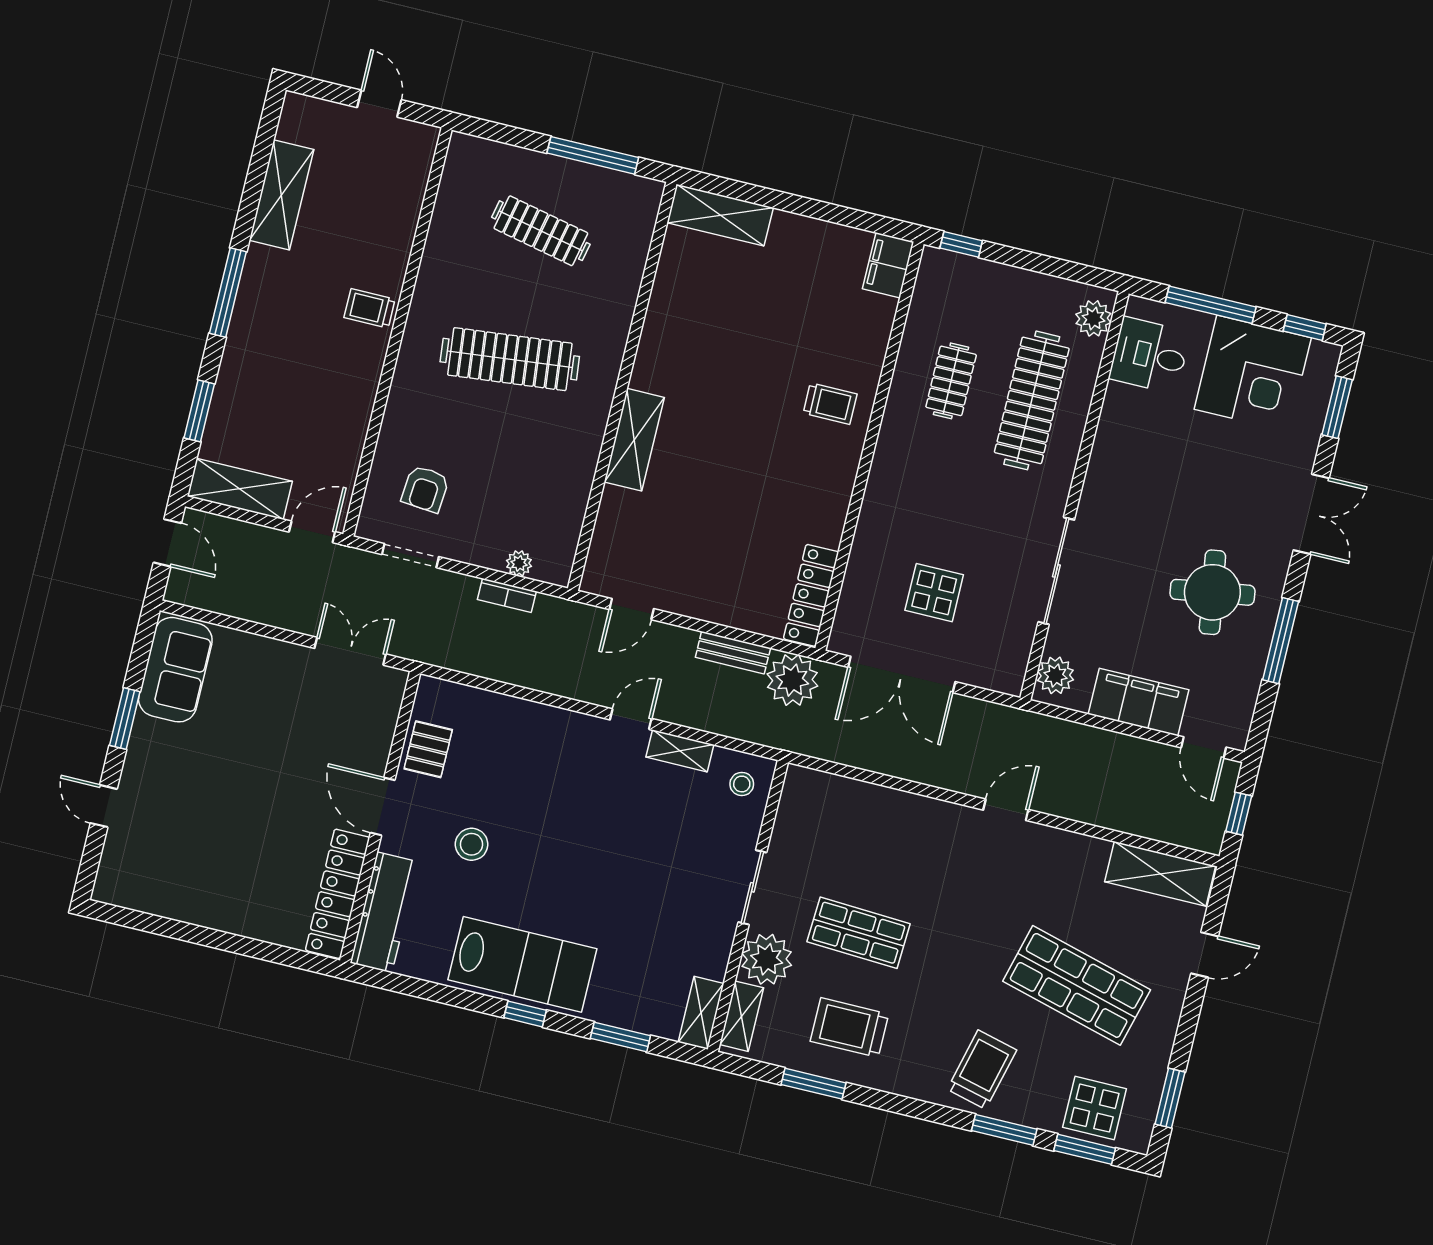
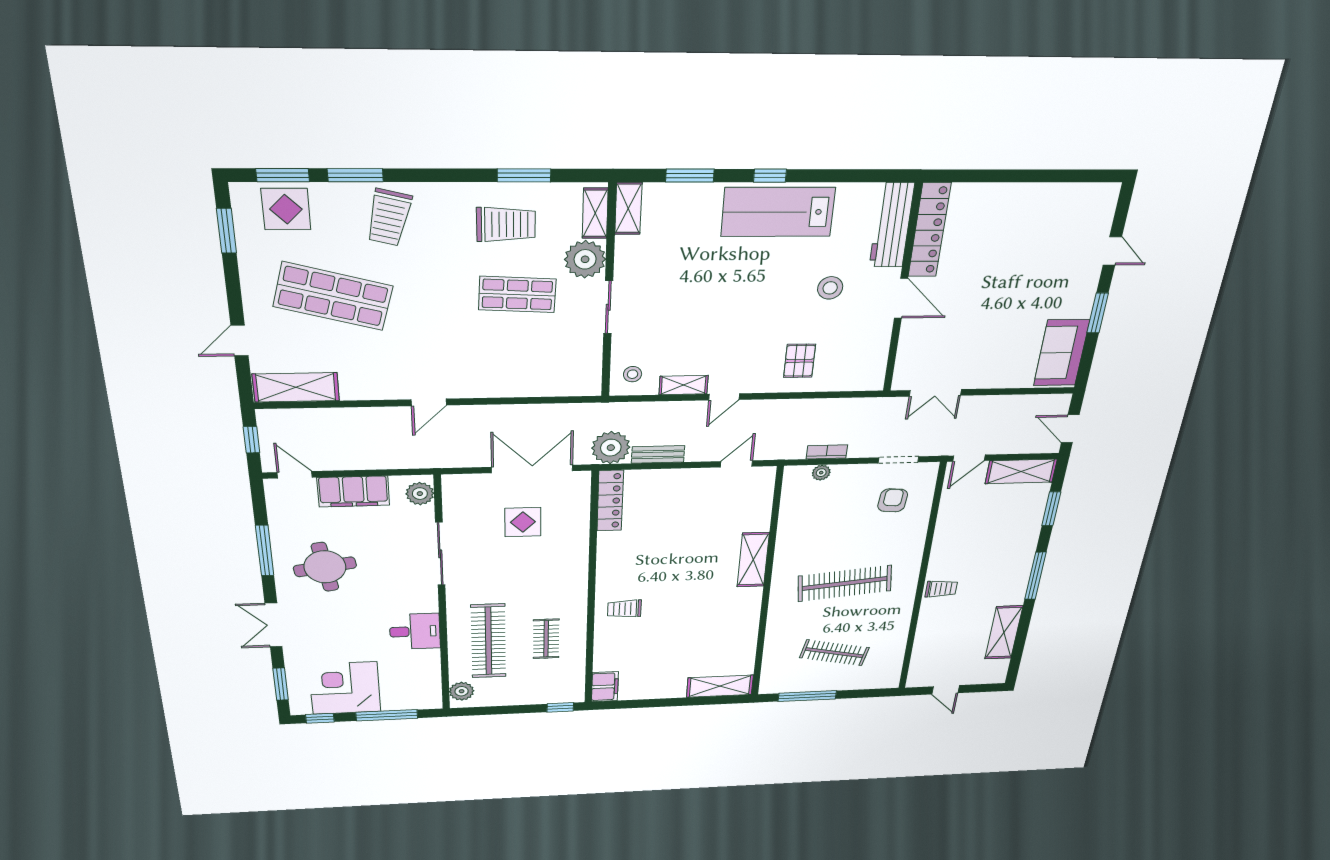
desk: (1150, 355) -> (415, 631), moved
pallet: (428, 749) -> (800, 361), moved

